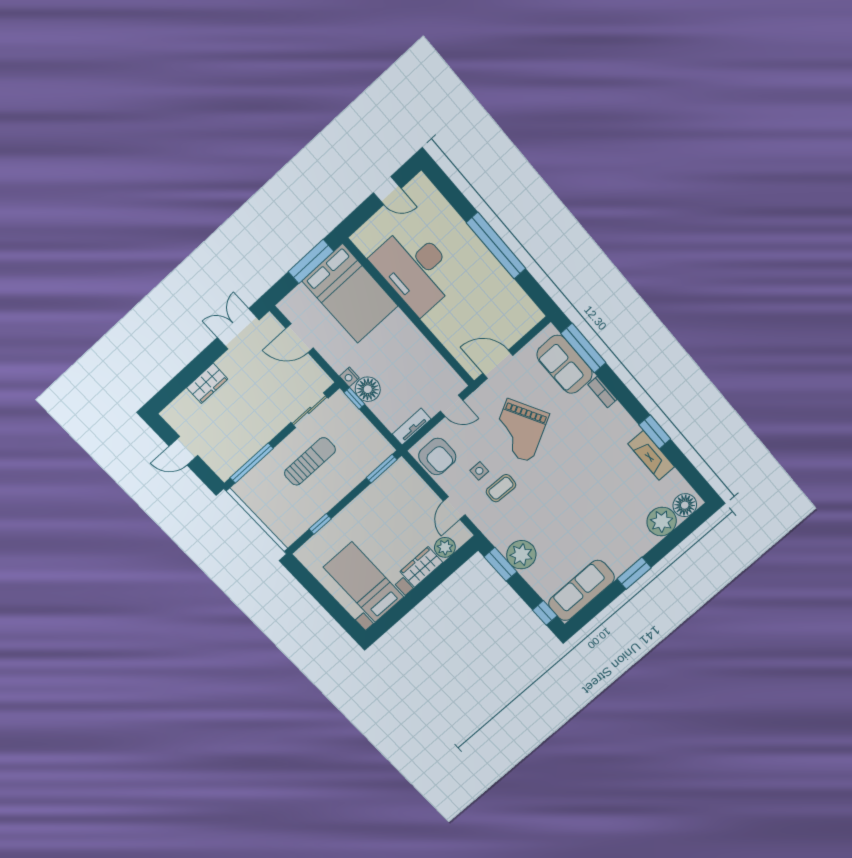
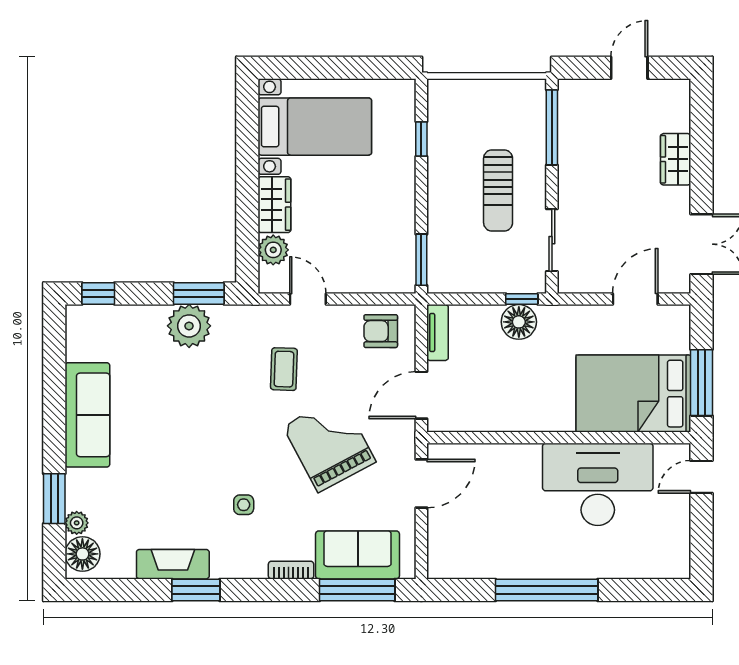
door: (387, 191) -> (701, 477), moved
nightstand: (349, 377) -> (549, 314), removed
door: (452, 406) -> (421, 395), width x1.38
armchair: (437, 456) -> (381, 331), width x0.72, depth x0.72
side table: (479, 471) -> (244, 505), moved
plant: (662, 521) -> (77, 523), width x0.53, depth x0.53
window: (634, 573) -> (54, 499), moved
sofa: (582, 590) -> (87, 415), moved

